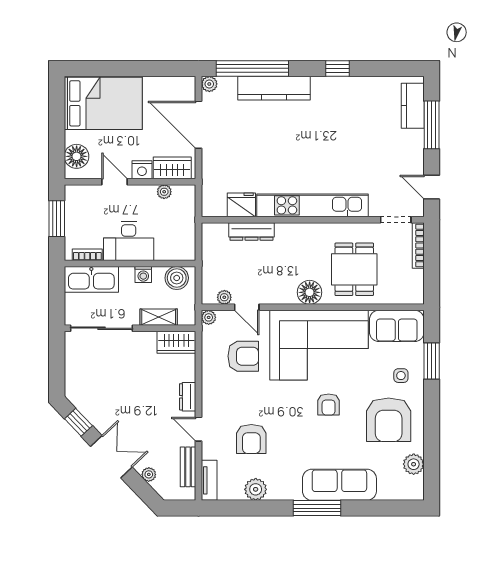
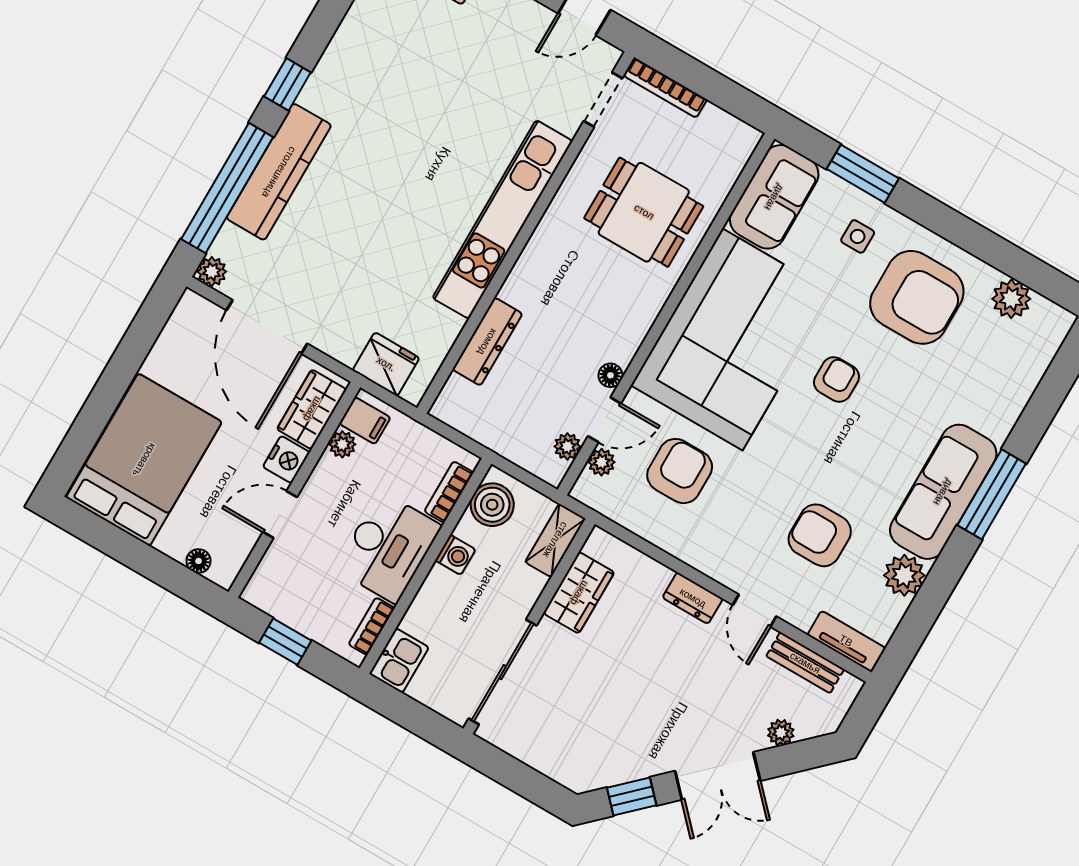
window: (337, 68) -> (287, 84), moved
door: (199, 125) -> (267, 327), hinge flipped
floor lamp: (77, 156) -> (199, 561), width x0.53, depth x0.53
filing cabinet: (181, 196) -> (365, 421), added
fridge: (241, 205) -> (386, 364), moved, turned 90
window: (57, 219) -> (285, 642), width x0.67
bookcase: (171, 254) -> (449, 492), added
kitchen sink: (91, 279) -> (399, 661), width x0.53, depth x0.81
floor lamp: (310, 292) -> (610, 375), moved, width x0.53, depth x0.53
shelving: (159, 317) -> (555, 540), moved
plant: (209, 317) -> (601, 462), moved
wardrobe: (176, 342) -> (579, 593), moved
armchair: (329, 405) -> (836, 379), turned -90
door: (199, 429) -> (755, 611), hinge flipped
armchair: (251, 439) -> (820, 535), turned 180
double door: (111, 457) -> (718, 776), swing flipped
sofa: (339, 485) -> (943, 492), moved

